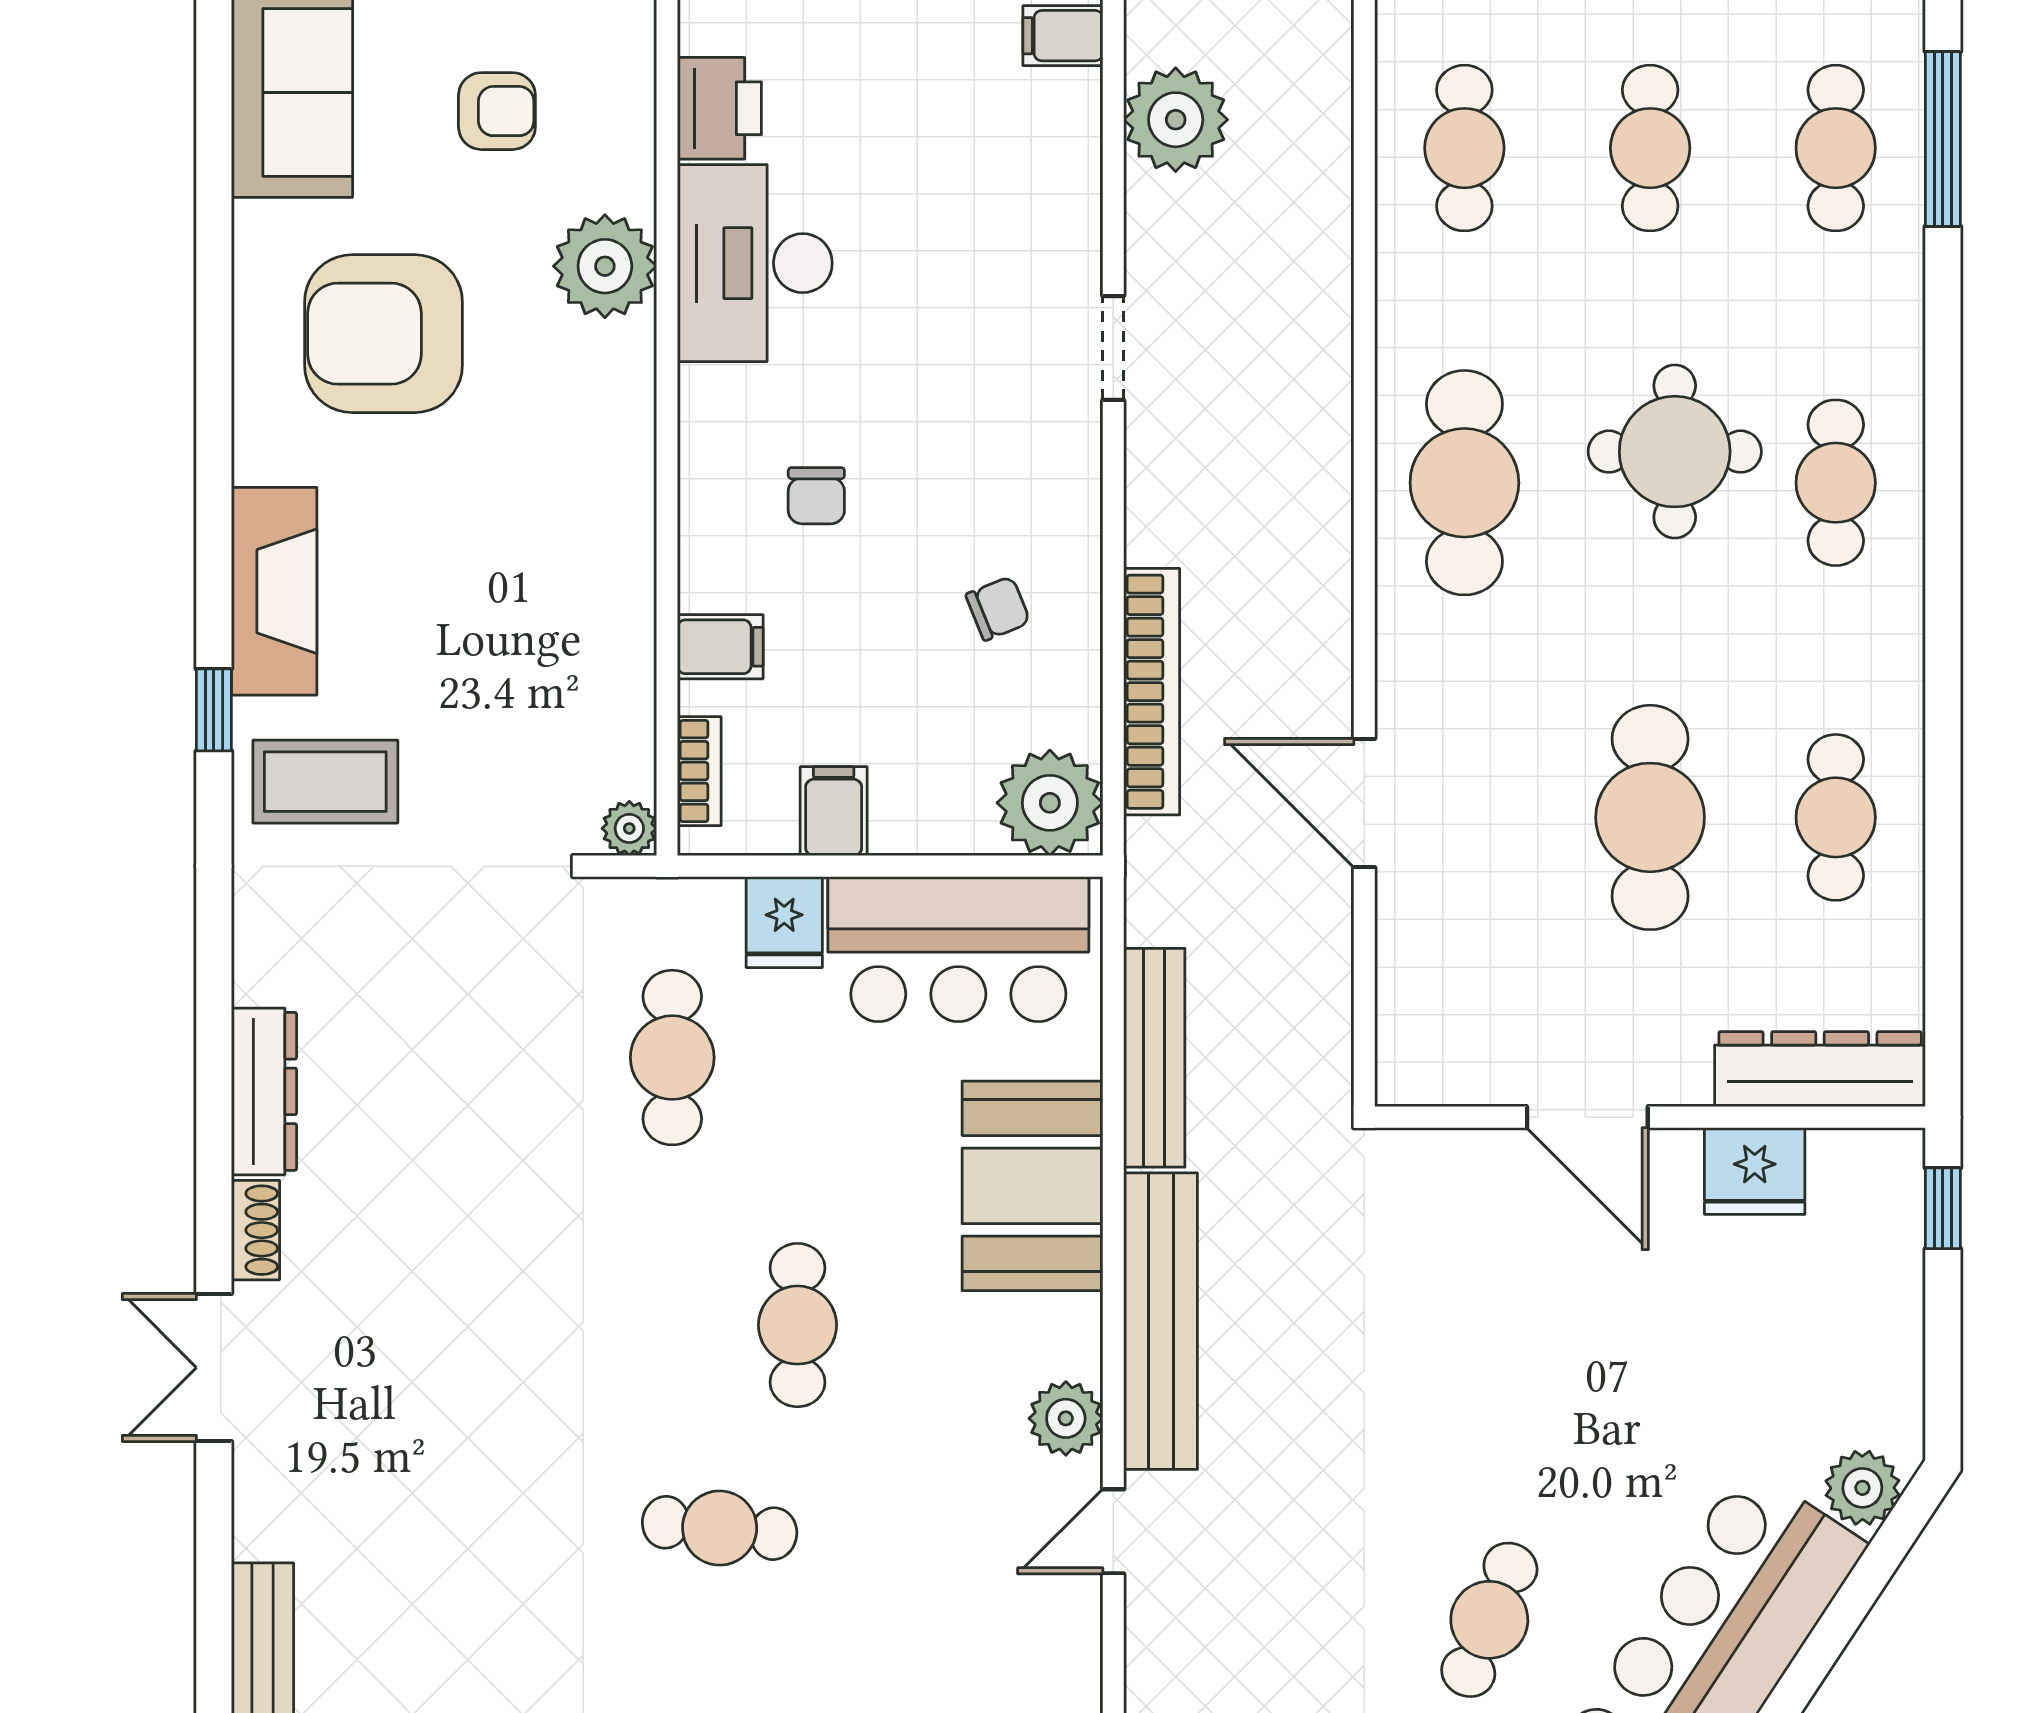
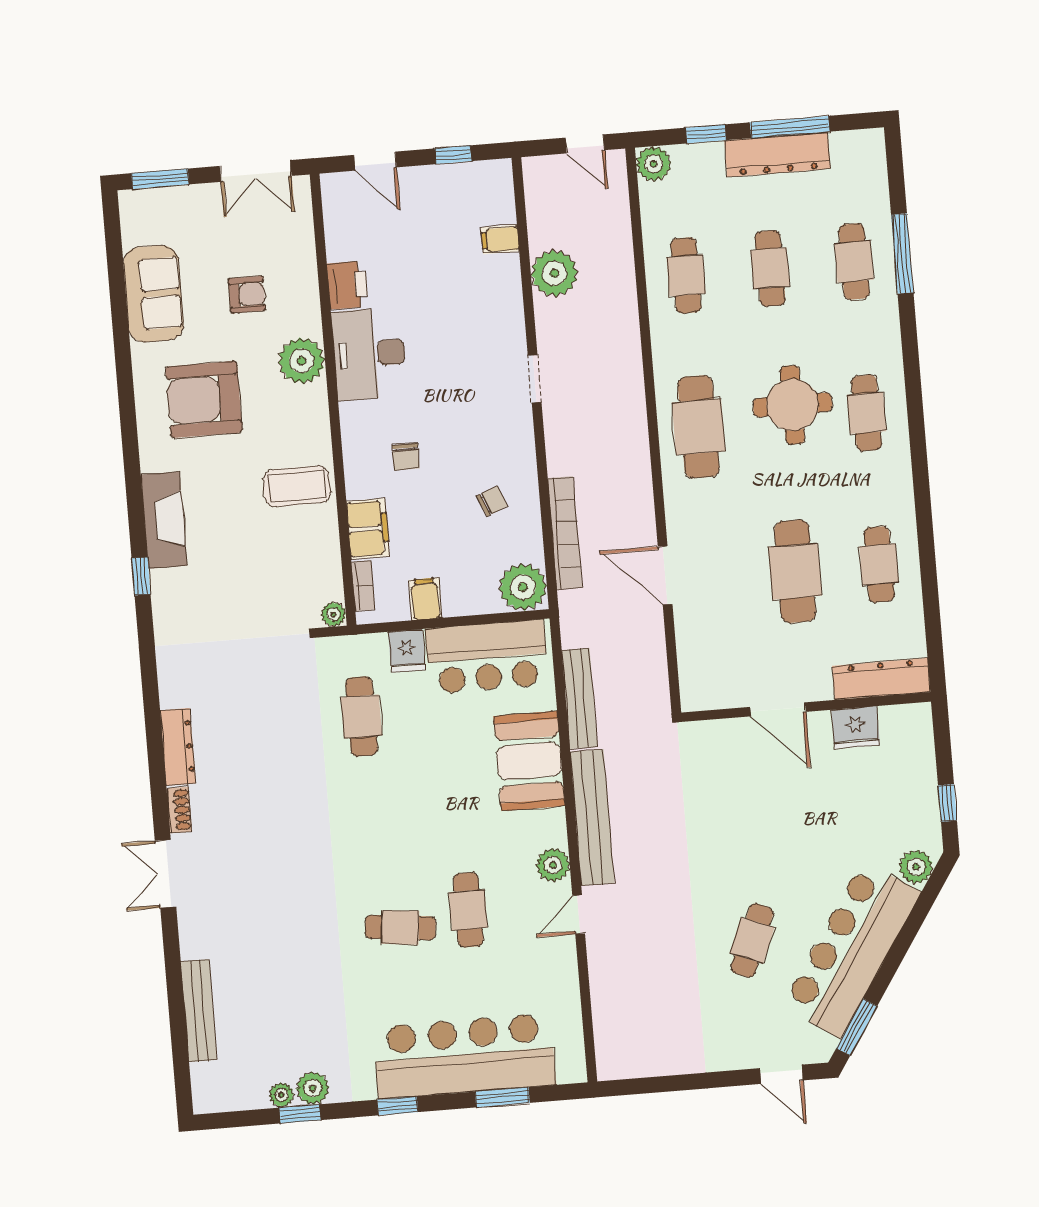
filing cabinet: (720, 647) -> (368, 529), width x2.00
coffee table: (325, 782) -> (297, 486), moved
window: (1943, 1208) -> (947, 803), moved
cafe table: (797, 1325) -> (468, 910), moved

